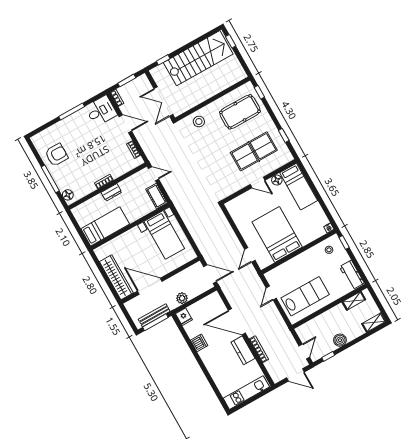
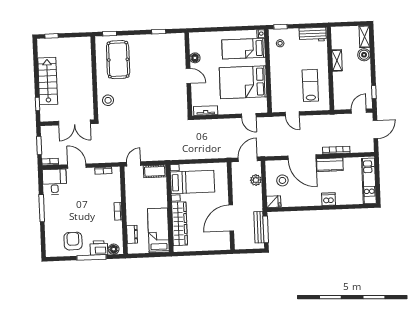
stairs: (198, 58) -> (48, 81), width x0.73, depth x0.66
door: (125, 124) -> (77, 166), hinge flipped
table tennis table: (254, 151) -> (159, 65), removed
printer: (62, 181) -> (99, 248), added
door: (258, 182) -> (188, 76), hinge flipped
bed: (299, 187) -> (244, 49), moved, turned 180
dresser: (111, 192) -> (132, 234), moved
tv unit: (234, 214) -> (206, 111), added
wardrobe: (116, 277) -> (180, 224), moved, turned 90
lab bench: (305, 296) -> (310, 85), width x0.73, depth x0.72
plant: (182, 298) -> (256, 180), moved
shelving: (354, 301) -> (337, 60), moved
stool: (207, 315) -> (282, 180), added
door: (237, 322) -> (302, 157), hinge flipped
boiler: (340, 340) -> (364, 55), moved
dishwasher: (199, 343) -> (329, 199), moved
door: (304, 352) -> (359, 111), hinge flipped

